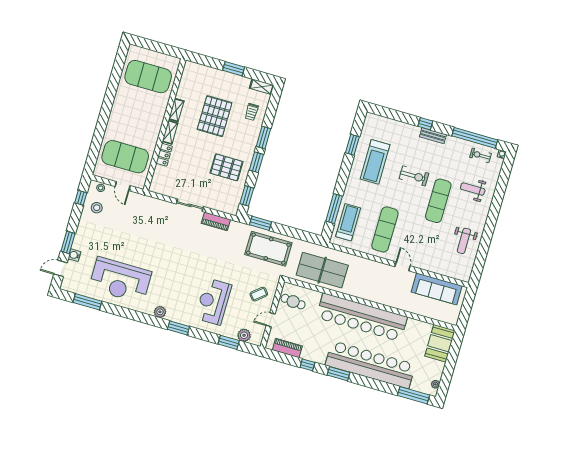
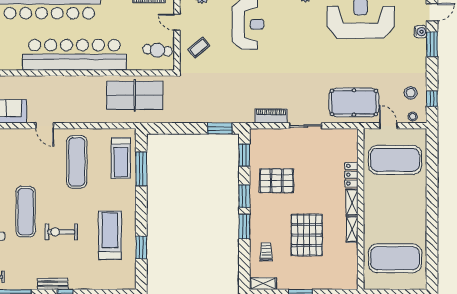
pool table: (268, 249) -> (354, 102), moved
door: (271, 320) -> (177, 22), swing flipped

